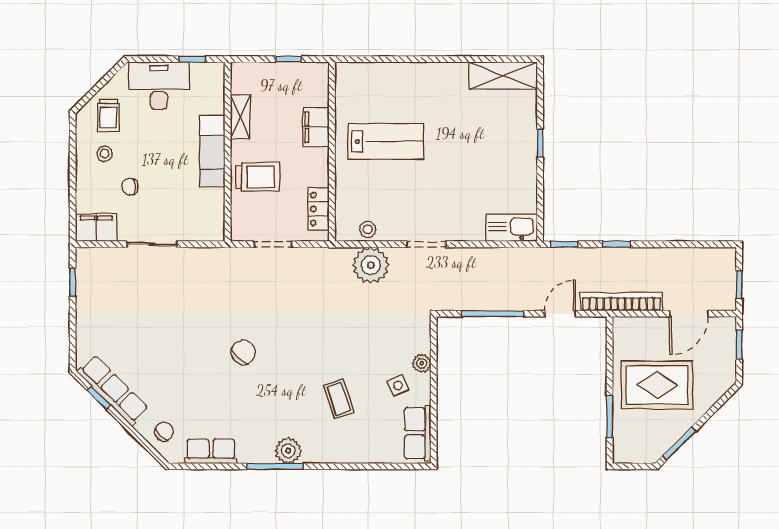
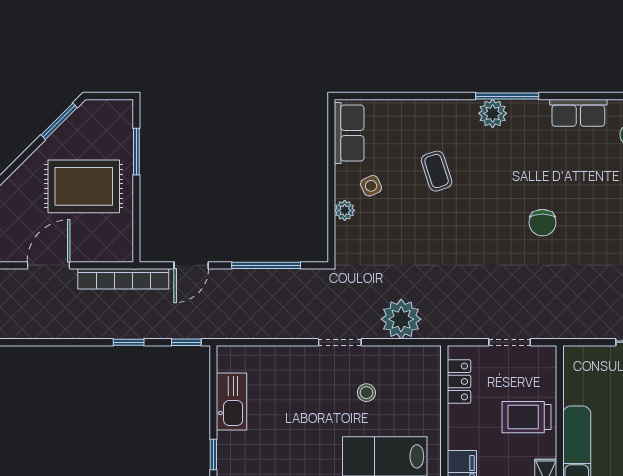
kitchen sink: (511, 228) -> (232, 402), moved, turned -90
stool: (368, 229) -> (366, 393), moved
chair: (243, 352) -> (542, 223), turned -46

